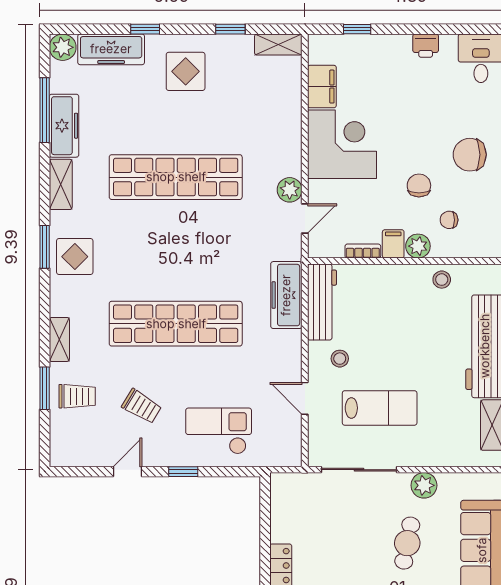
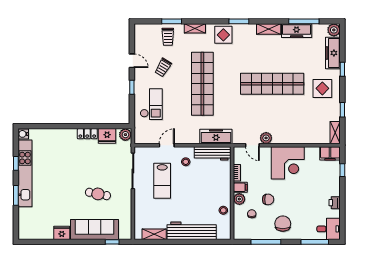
filing cabinet: (322, 87) -> (330, 153), moved
shop shelf: (176, 177) -> (272, 84), turned 90
display table: (75, 257) -> (223, 35), moved
plant: (424, 485) -> (125, 135), moved
fridge: (285, 524) -> (107, 136), added

